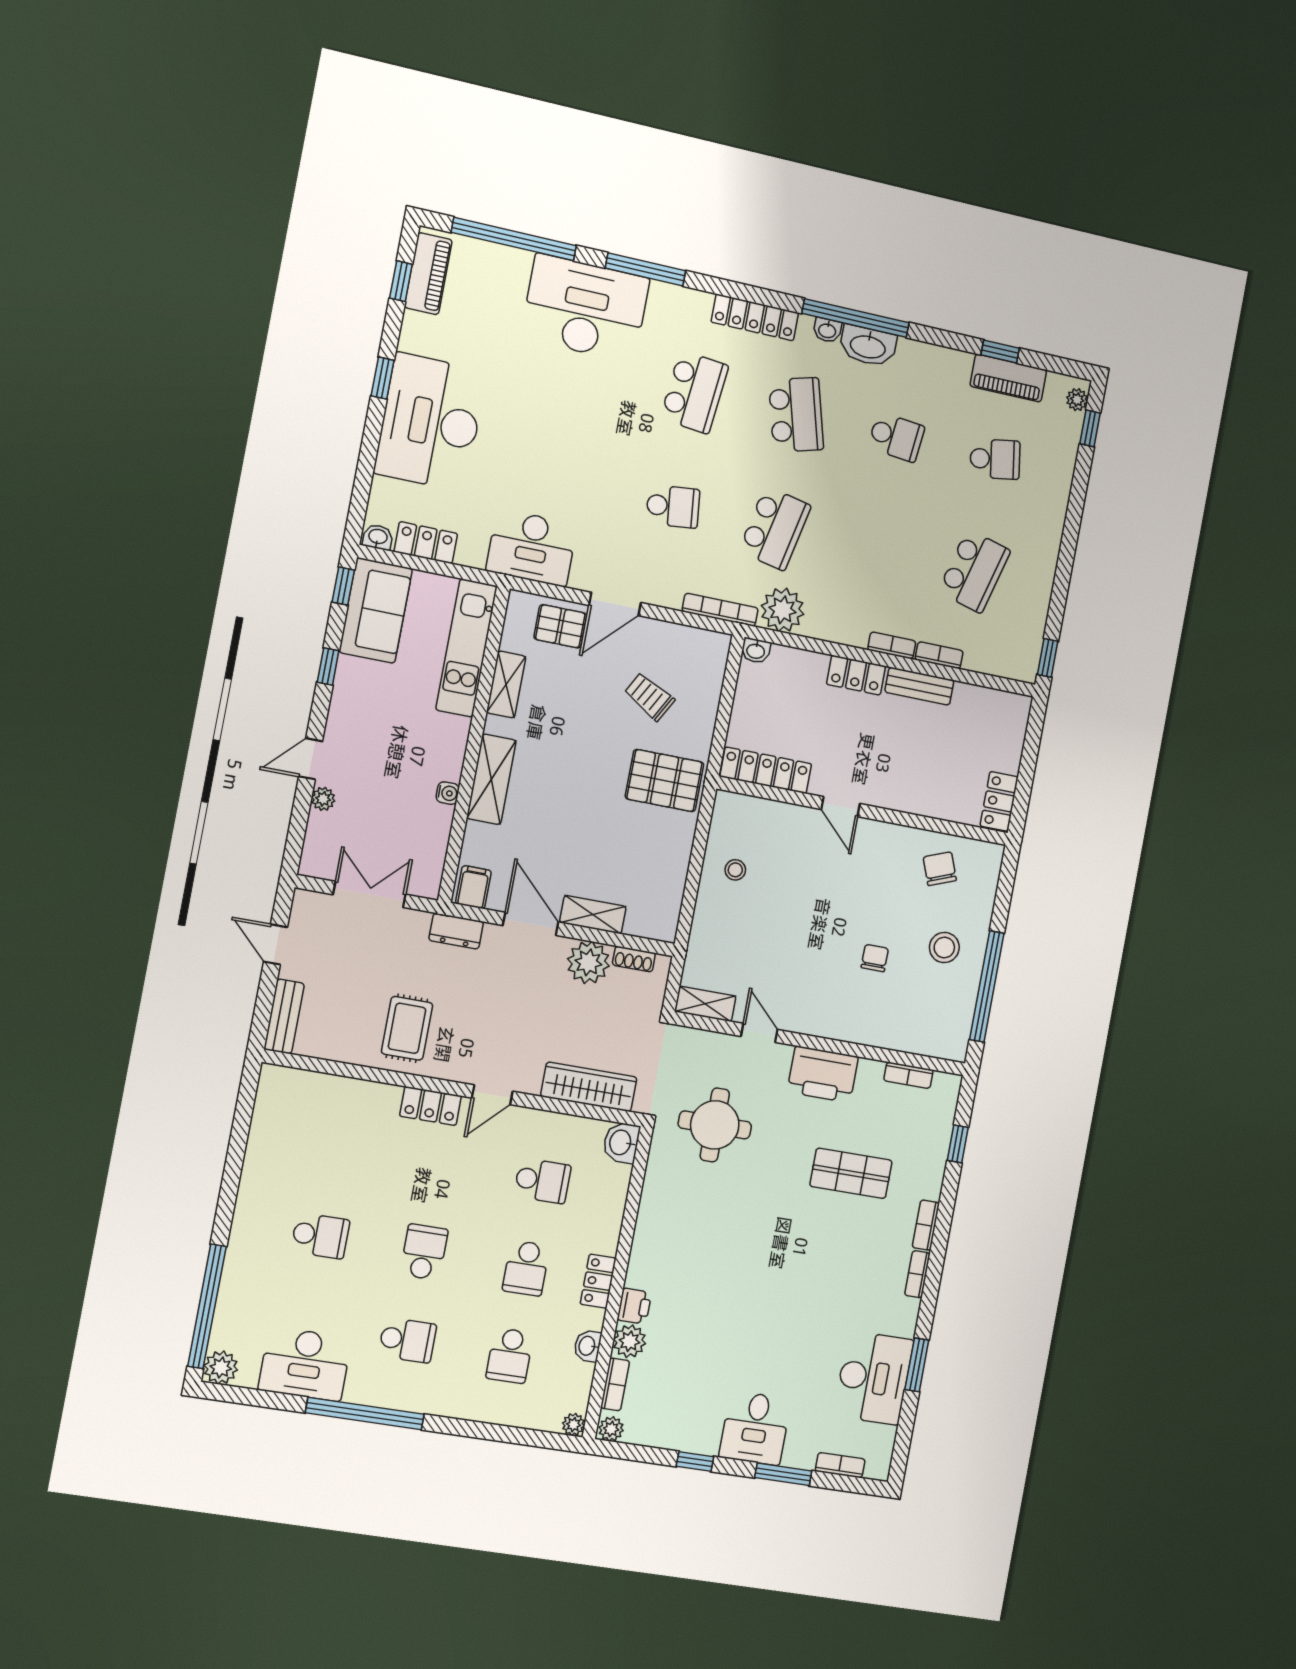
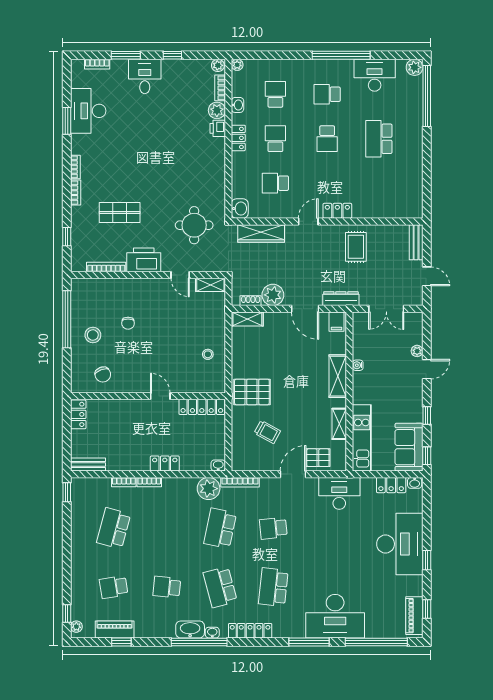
bench: (919, 686) -> (88, 464), moved
shelving: (593, 915) -> (247, 319), moved
dresser: (456, 931) -> (341, 299), width x1.44
bookcase: (908, 1075) -> (106, 267), width x1.56
school desk: (320, 1236) -> (379, 139), width x1.85

